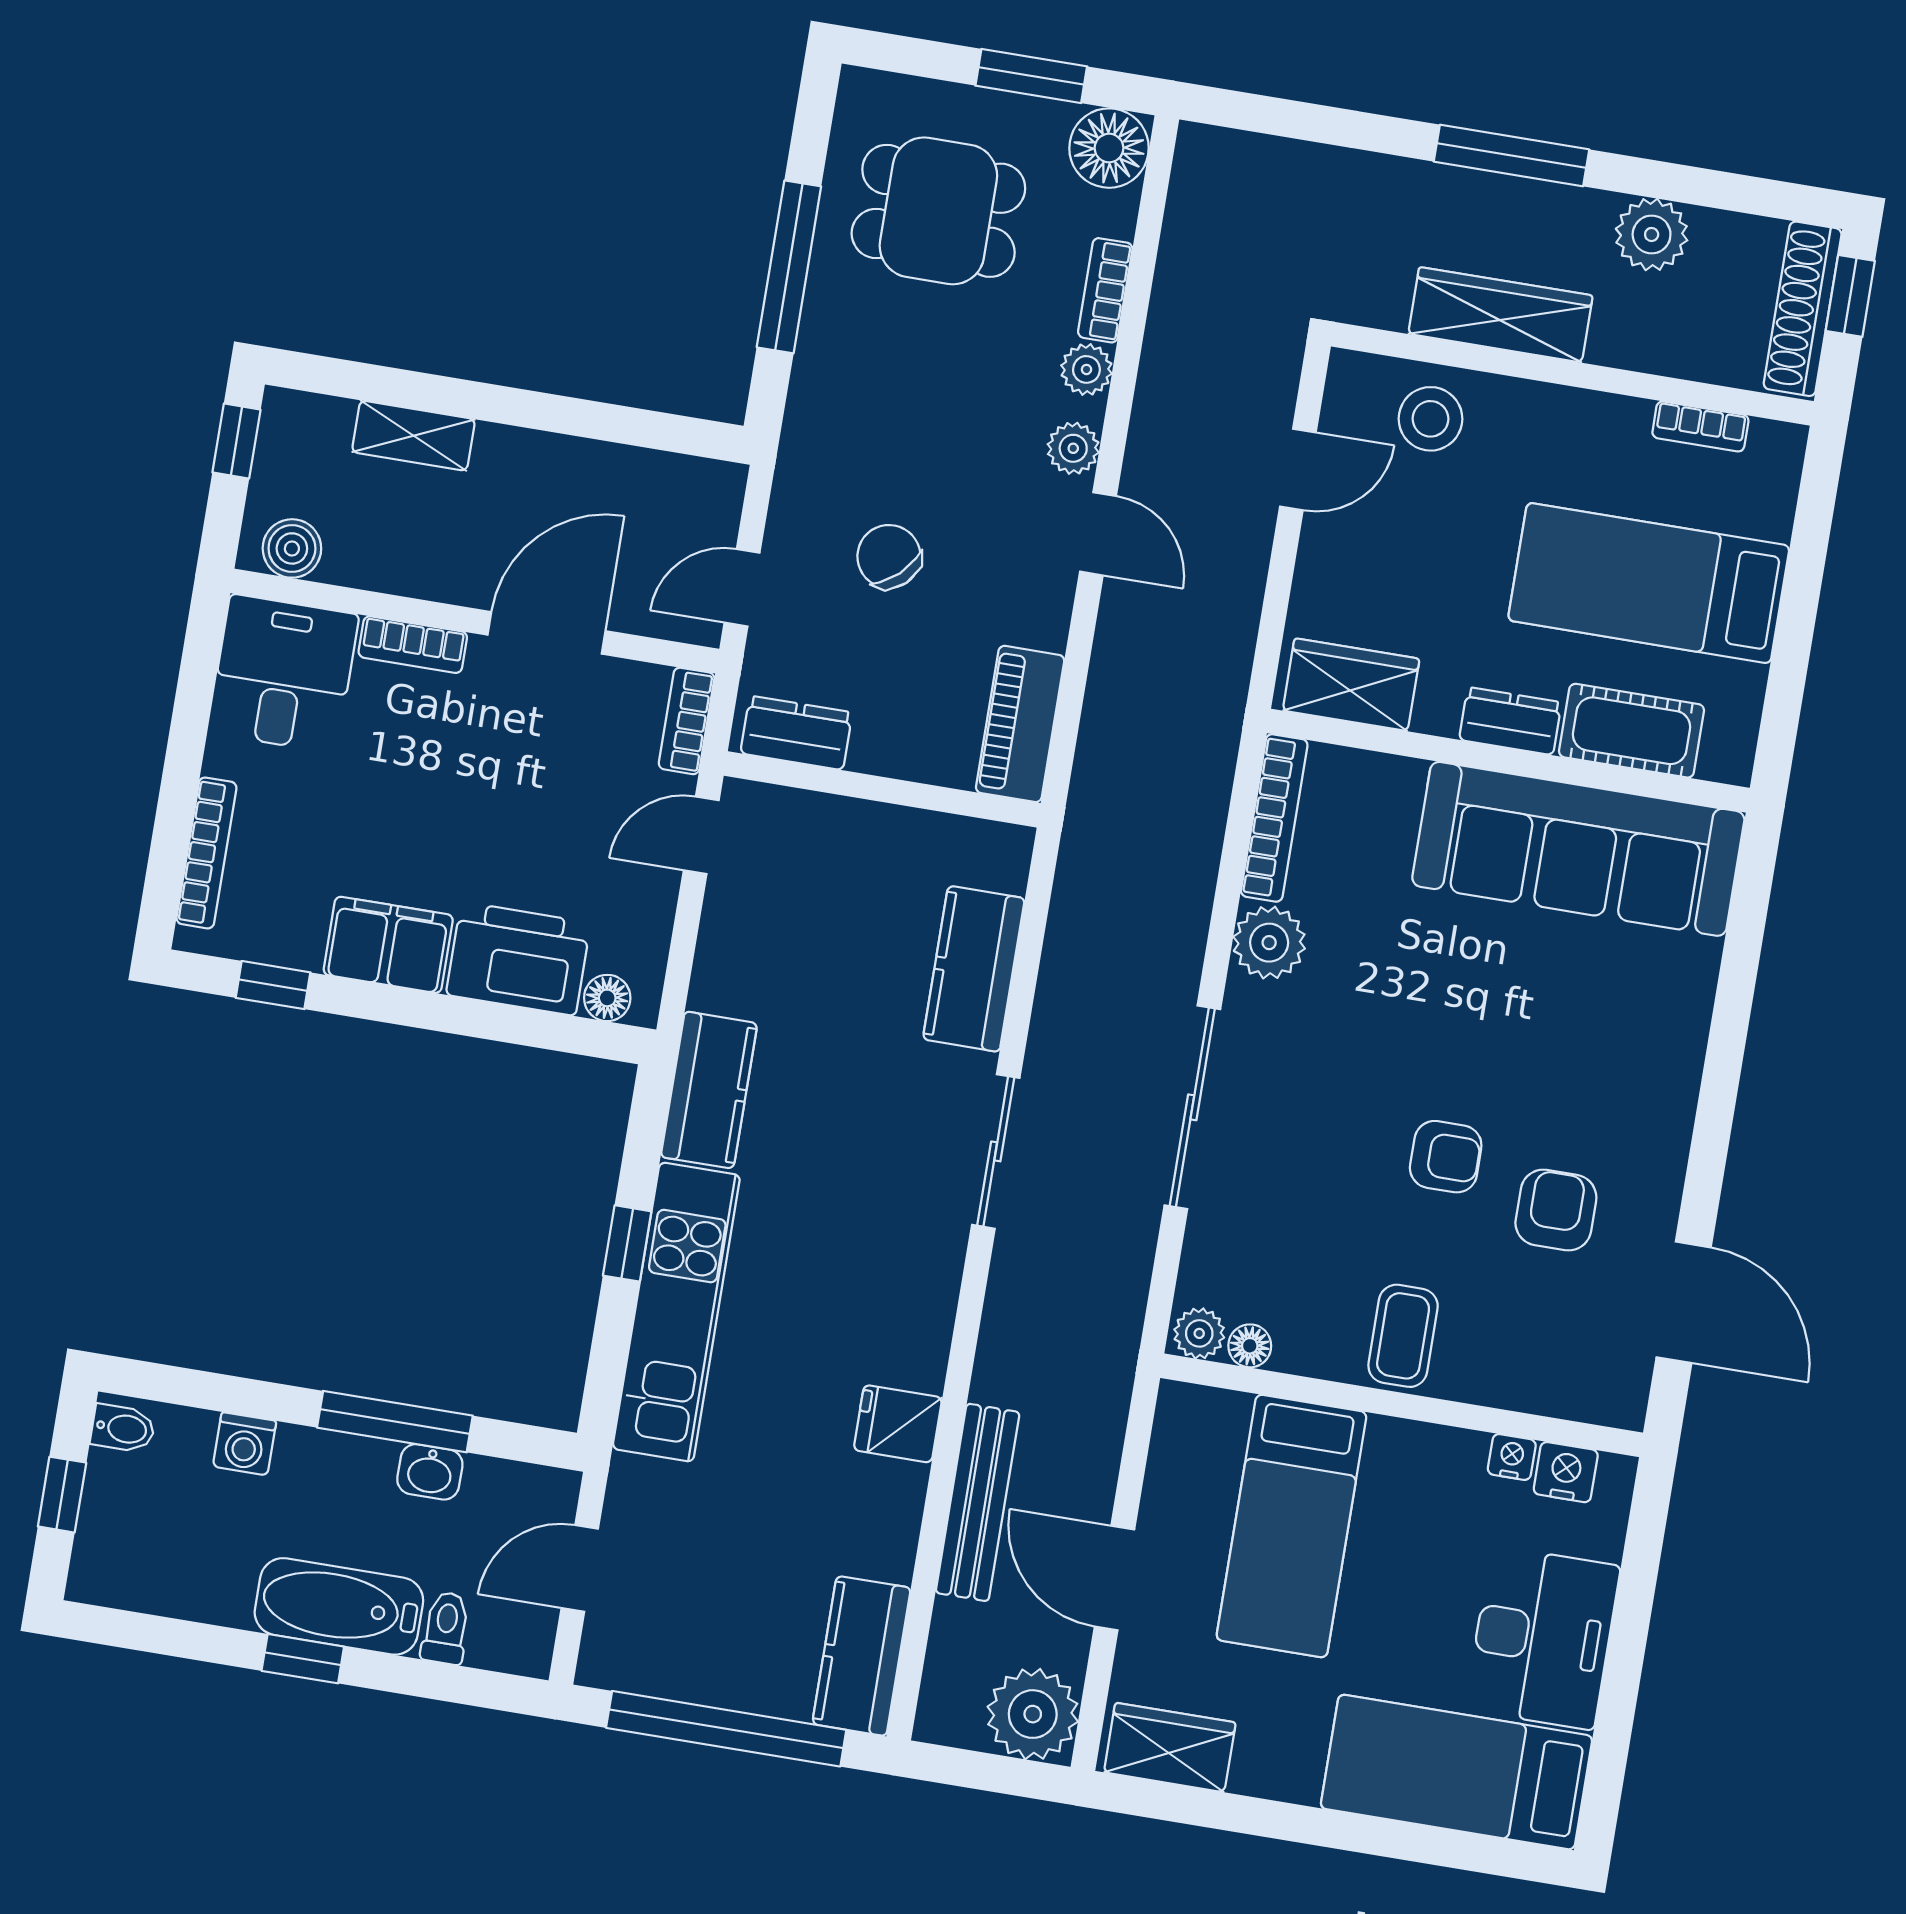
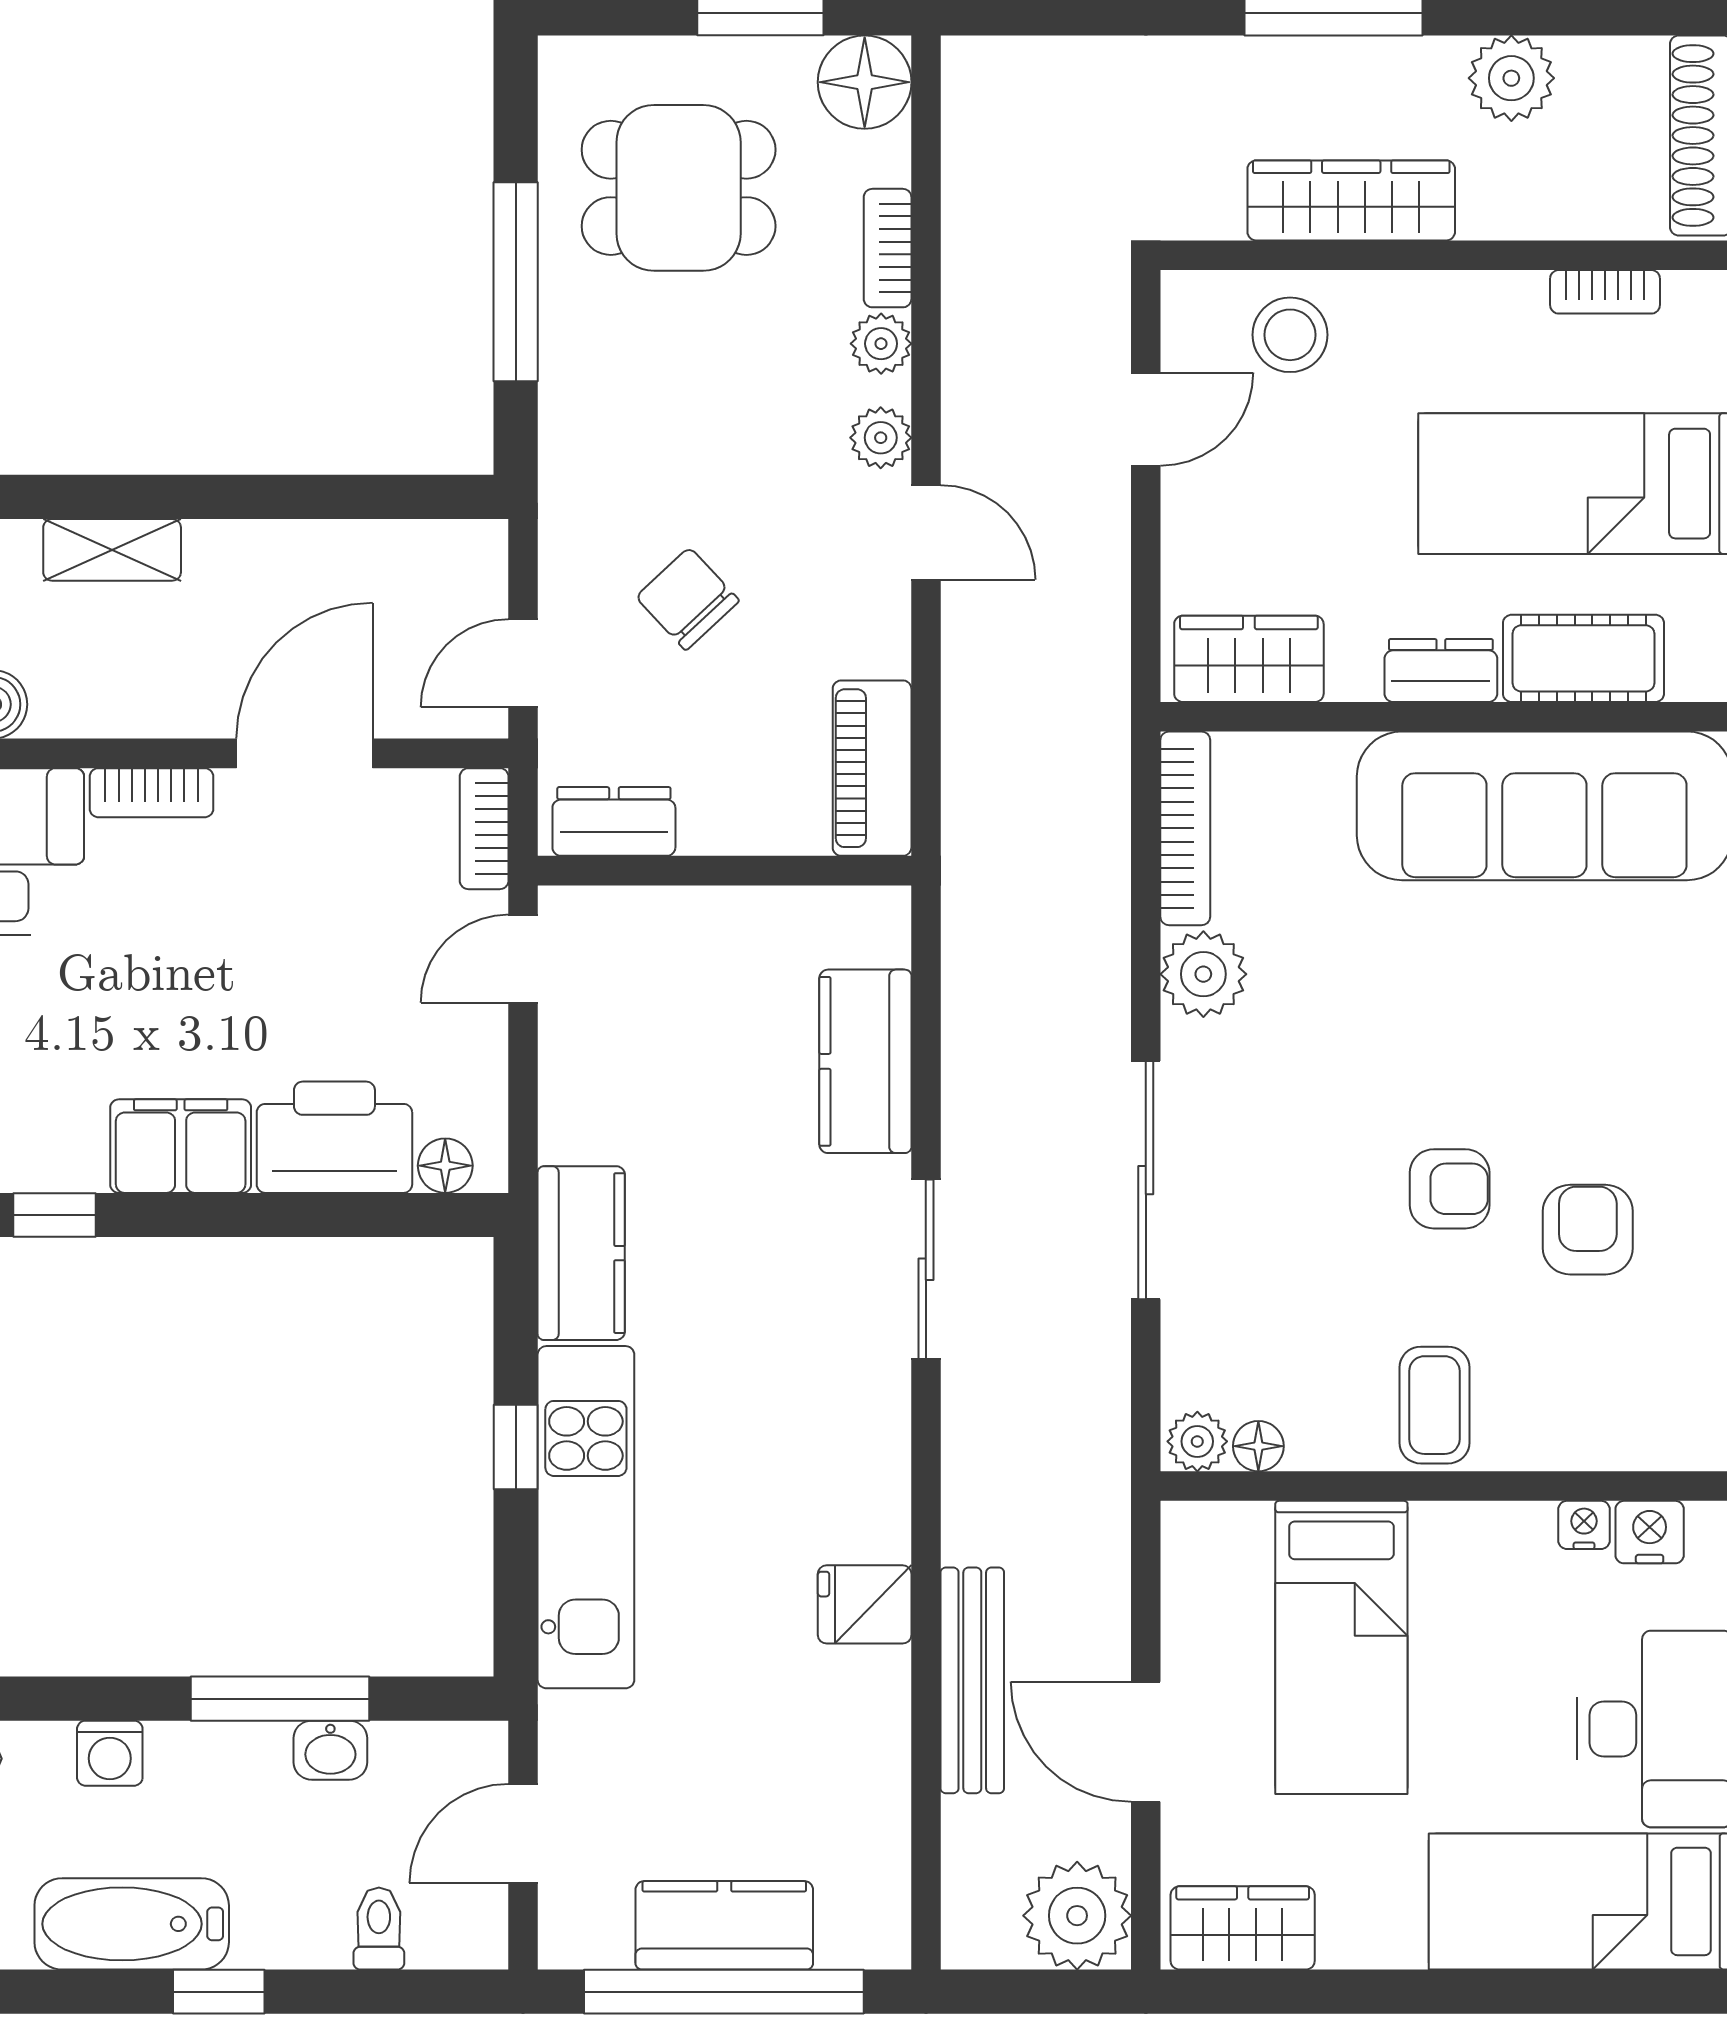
bathtub: (339, 1606) -> (132, 1924), moved
kitchen counter: (861, 1656) -> (724, 1925), moved, turned 90

